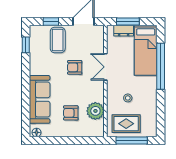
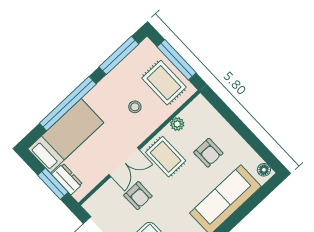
armchair: (75, 67) -> (138, 196), moved
rug: (89, 90) -> (166, 157), added
plant: (95, 111) -> (177, 124), width x0.53, depth x0.53
window: (161, 114) -> (119, 55), added

